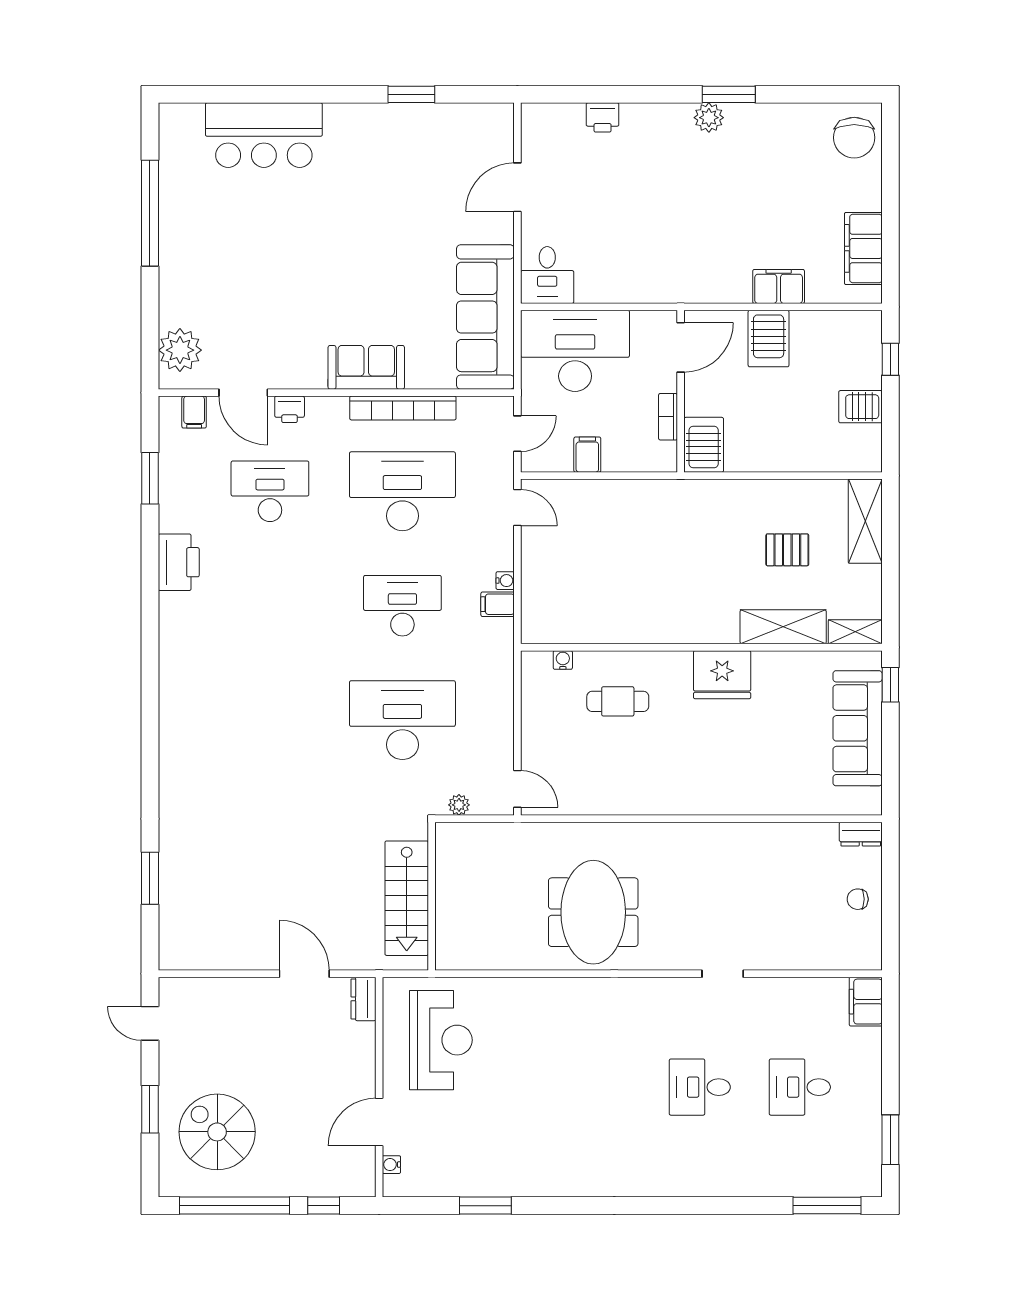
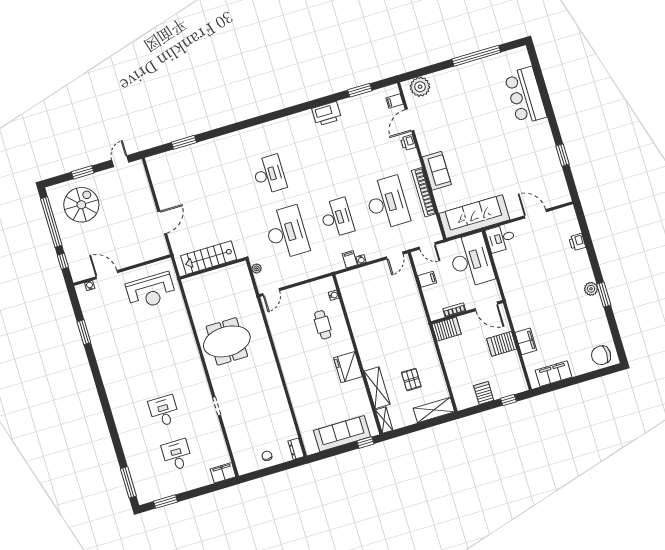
desk: (270, 491) -> (269, 174), moved
dresser: (363, 999) -> (159, 252), removed

